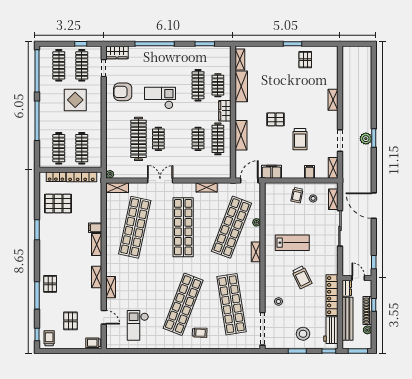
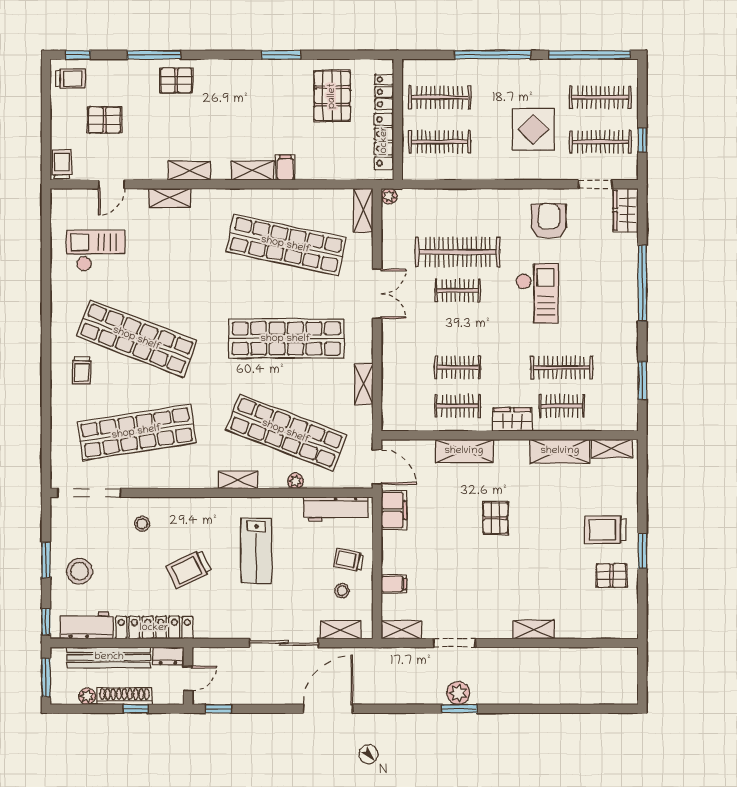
clothes rail: (218, 139) -> (458, 406), width x0.73
trolley: (300, 139) -> (605, 530), moved
workbench: (271, 202) -> (336, 509), added

